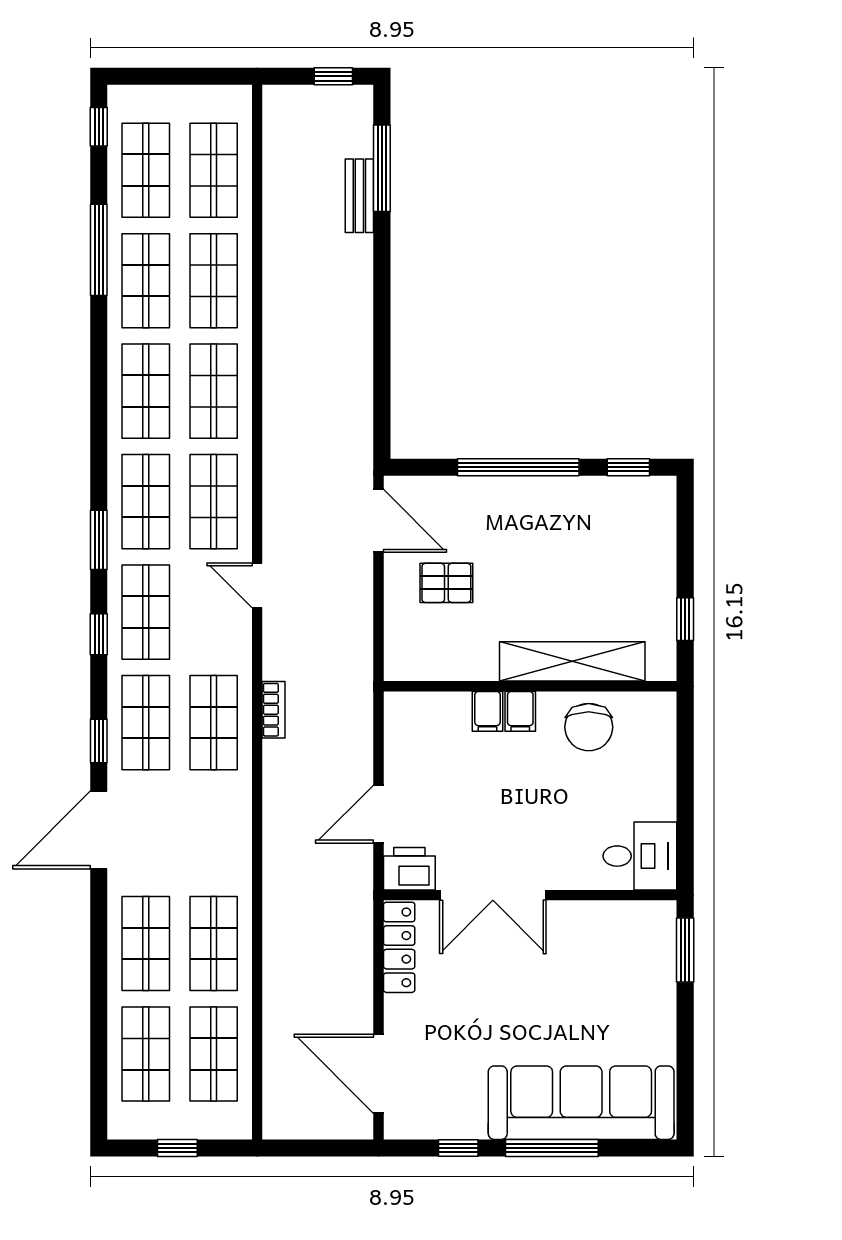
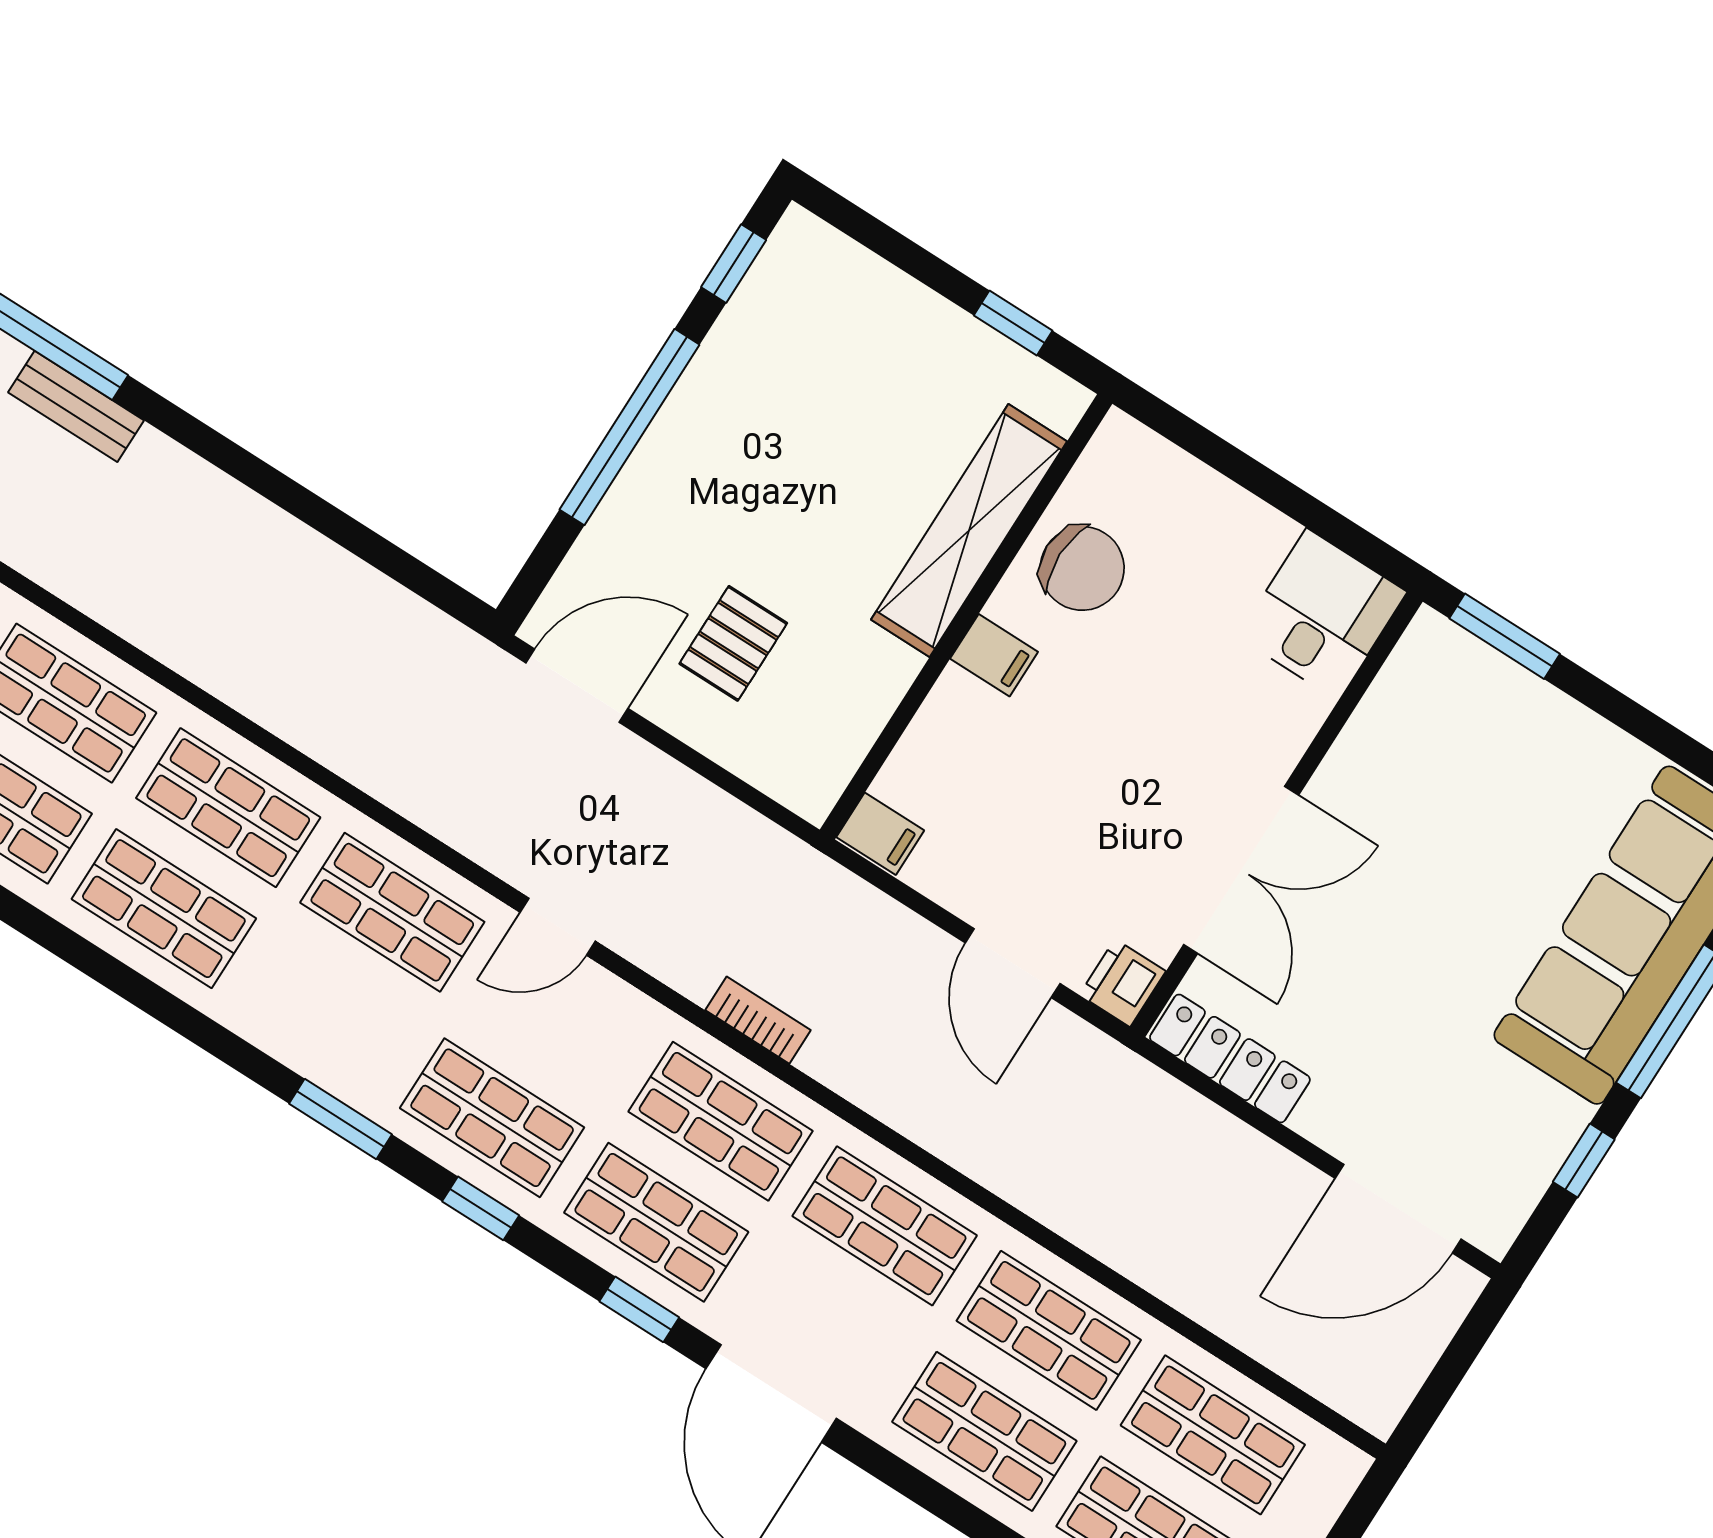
shop shelf: (146, 502) -> (885, 1226), moved
filing cabinet: (487, 711) -> (880, 834), moved
printer: (409, 869) -> (1123, 983), width x0.73, depth x0.81

